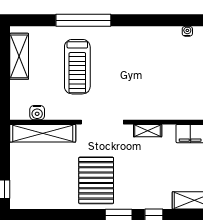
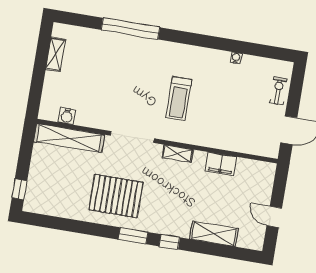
shelving: (19, 56) -> (56, 54), width x0.67, depth x0.75
treadmill: (77, 67) -> (179, 98), moved, width x0.73, depth x0.73
pallet: (96, 180) -> (116, 196), turned 90

